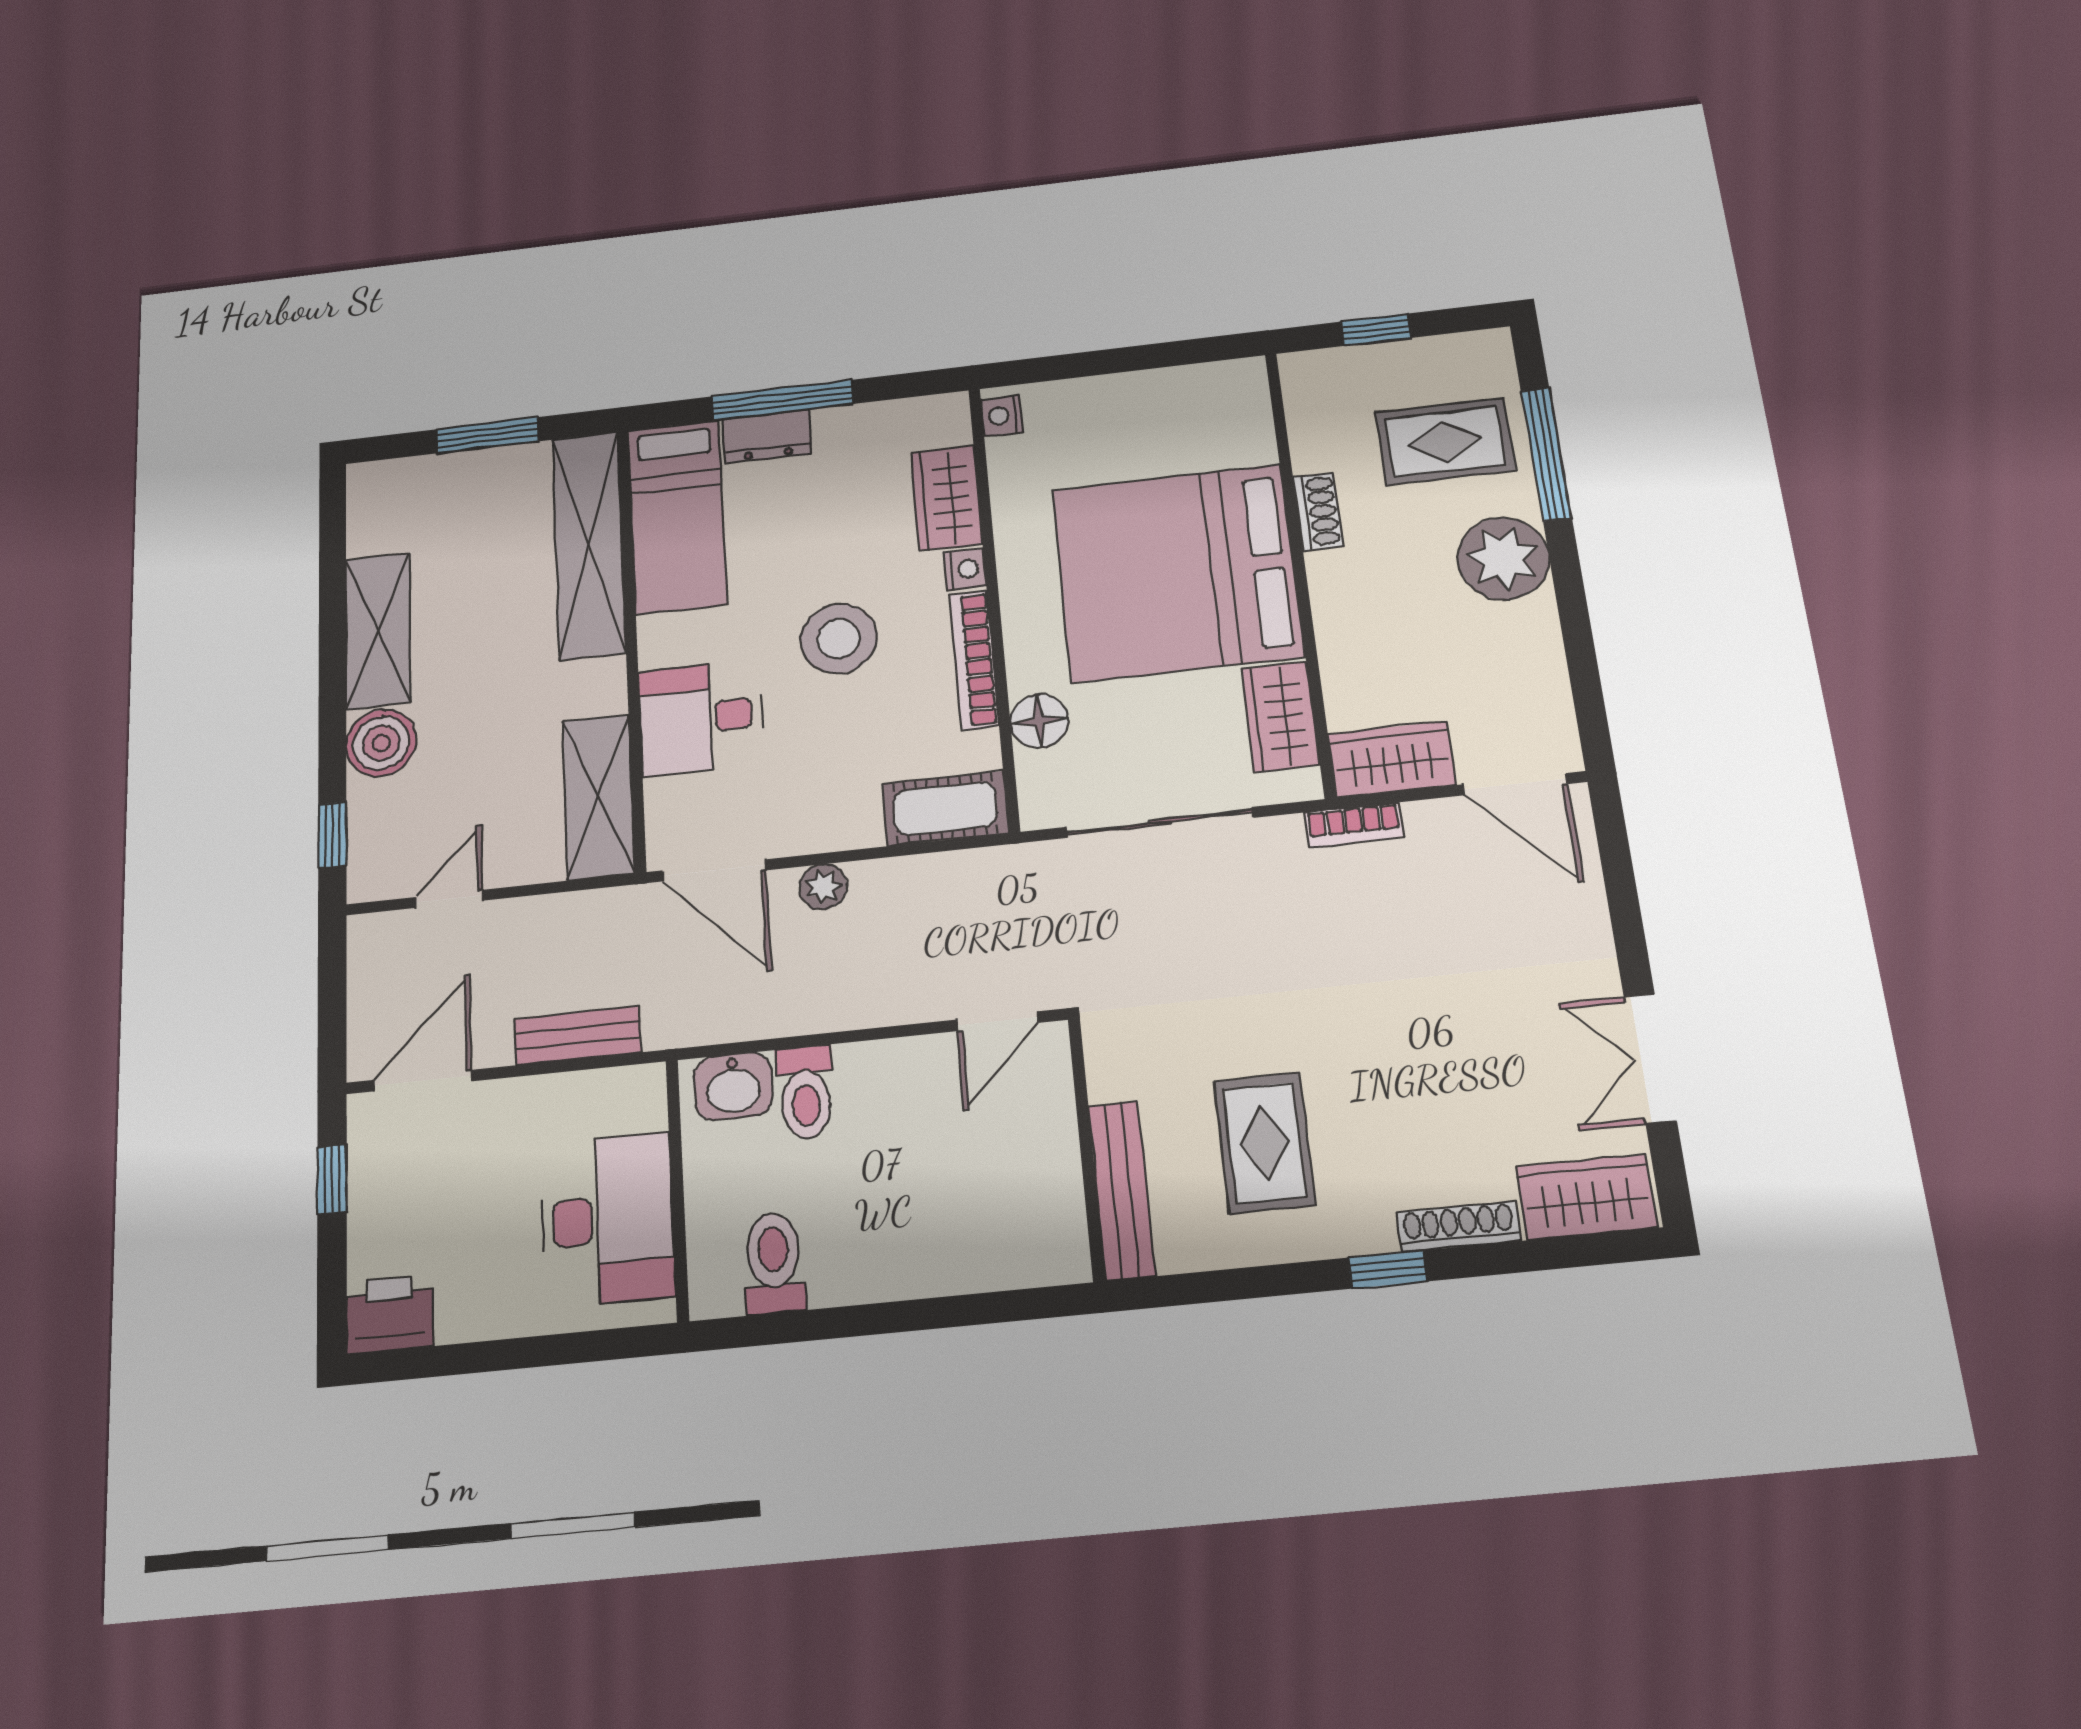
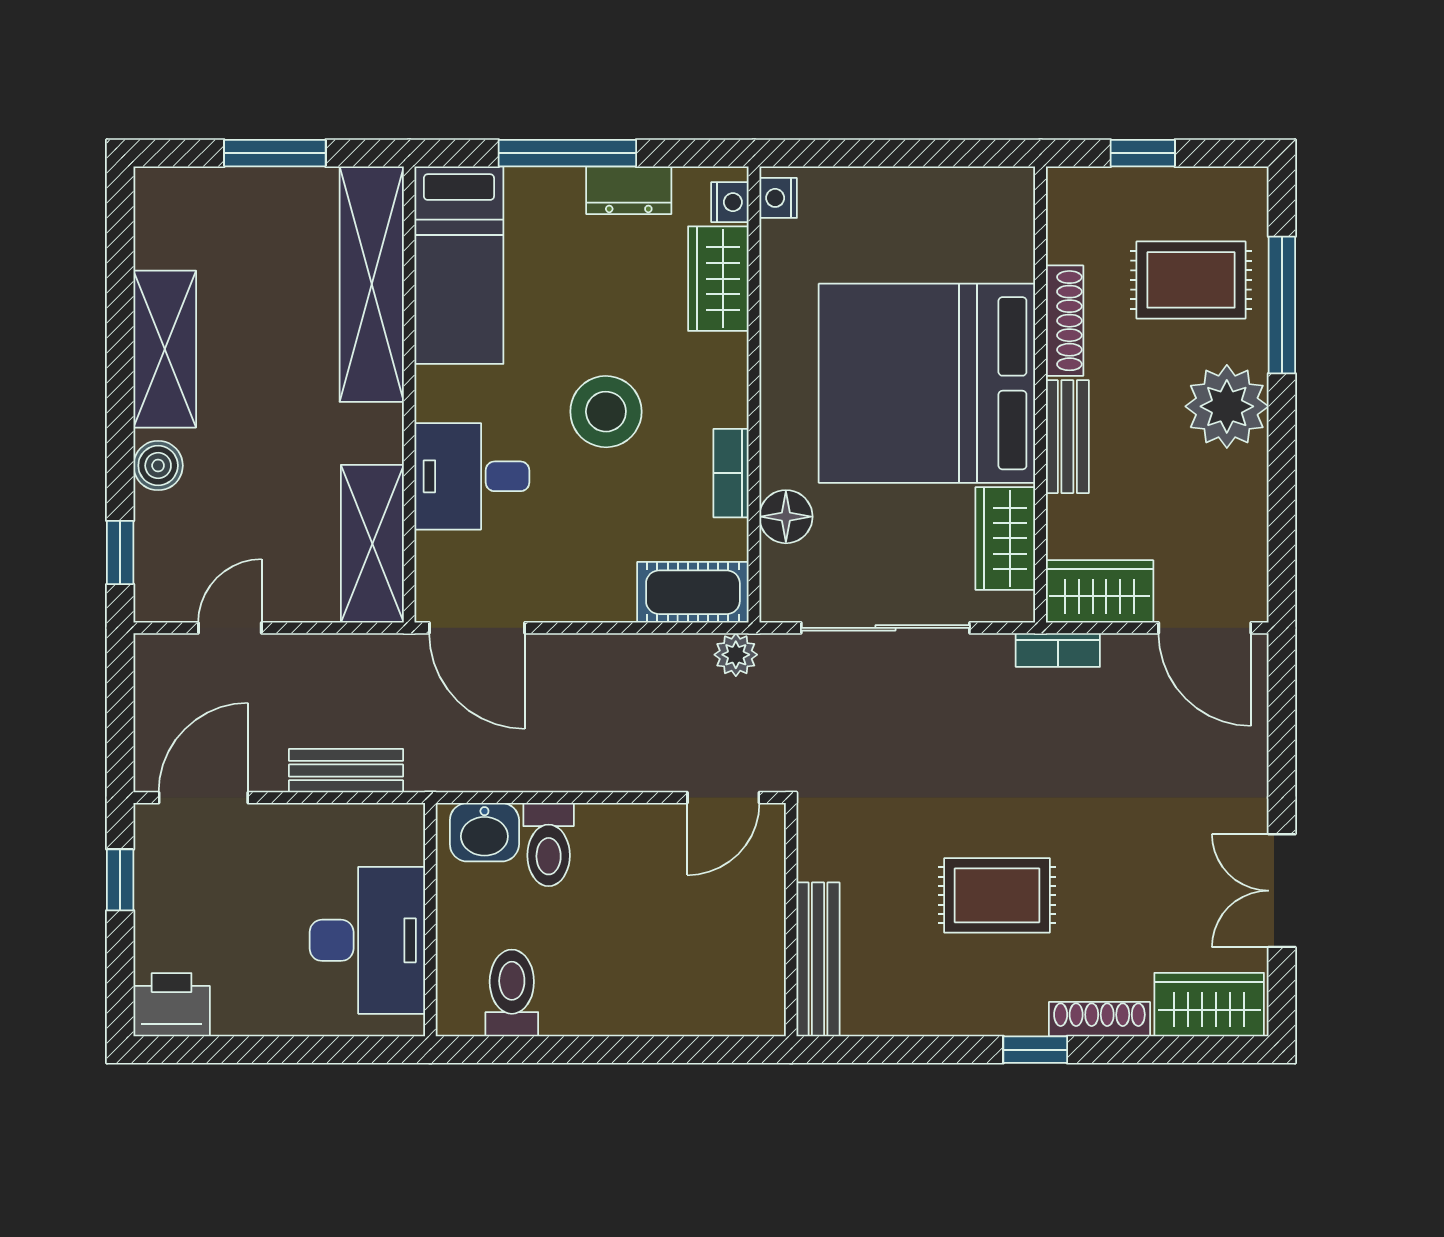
dresser: (767, 436) -> (629, 190), moved
shoe rack: (1318, 511) -> (1065, 321), width x1.43
nightstand: (965, 569) -> (730, 202), moved
bench: (1334, 608) -> (1067, 437), added
bookcase: (974, 660) -> (731, 473), width x0.64
boiler: (381, 743) -> (158, 466), width x0.73, depth x0.73
plant: (823, 887) -> (736, 655), moved
rug: (1264, 1143) -> (997, 895), moved, turned 90

